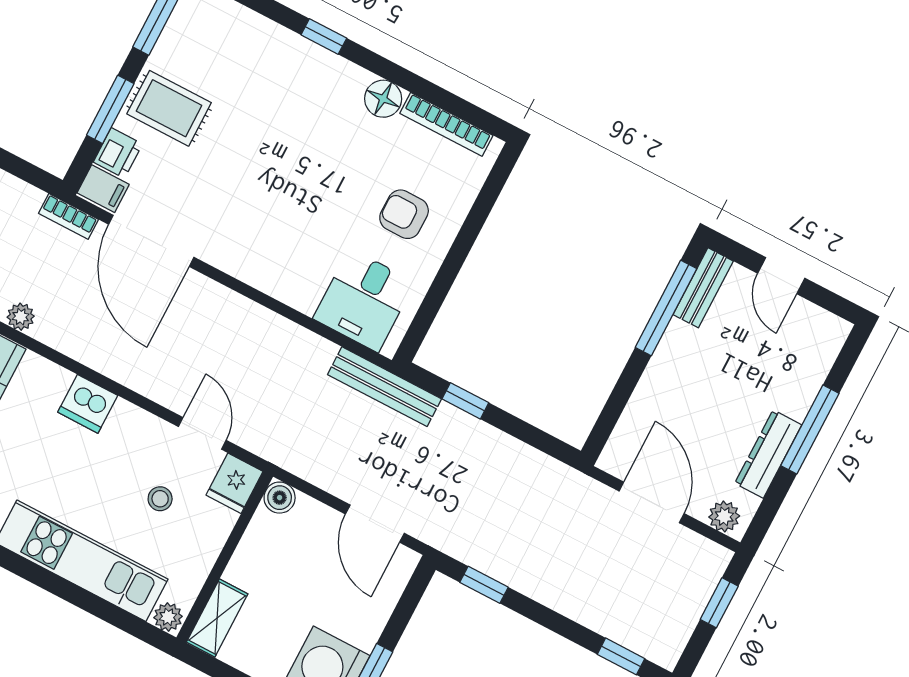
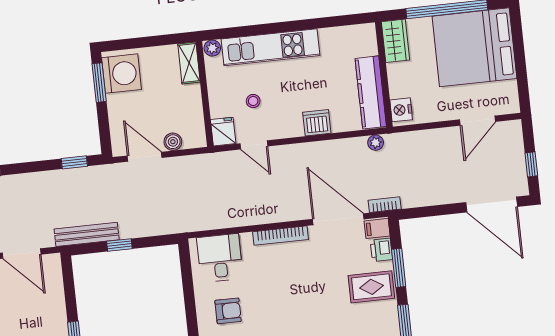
bookcase: (253, 274) -> (280, 236), added
bench: (384, 387) -> (87, 234), moved
window: (465, 401) -> (119, 245), moved
boiler: (280, 498) -> (173, 142), moved

